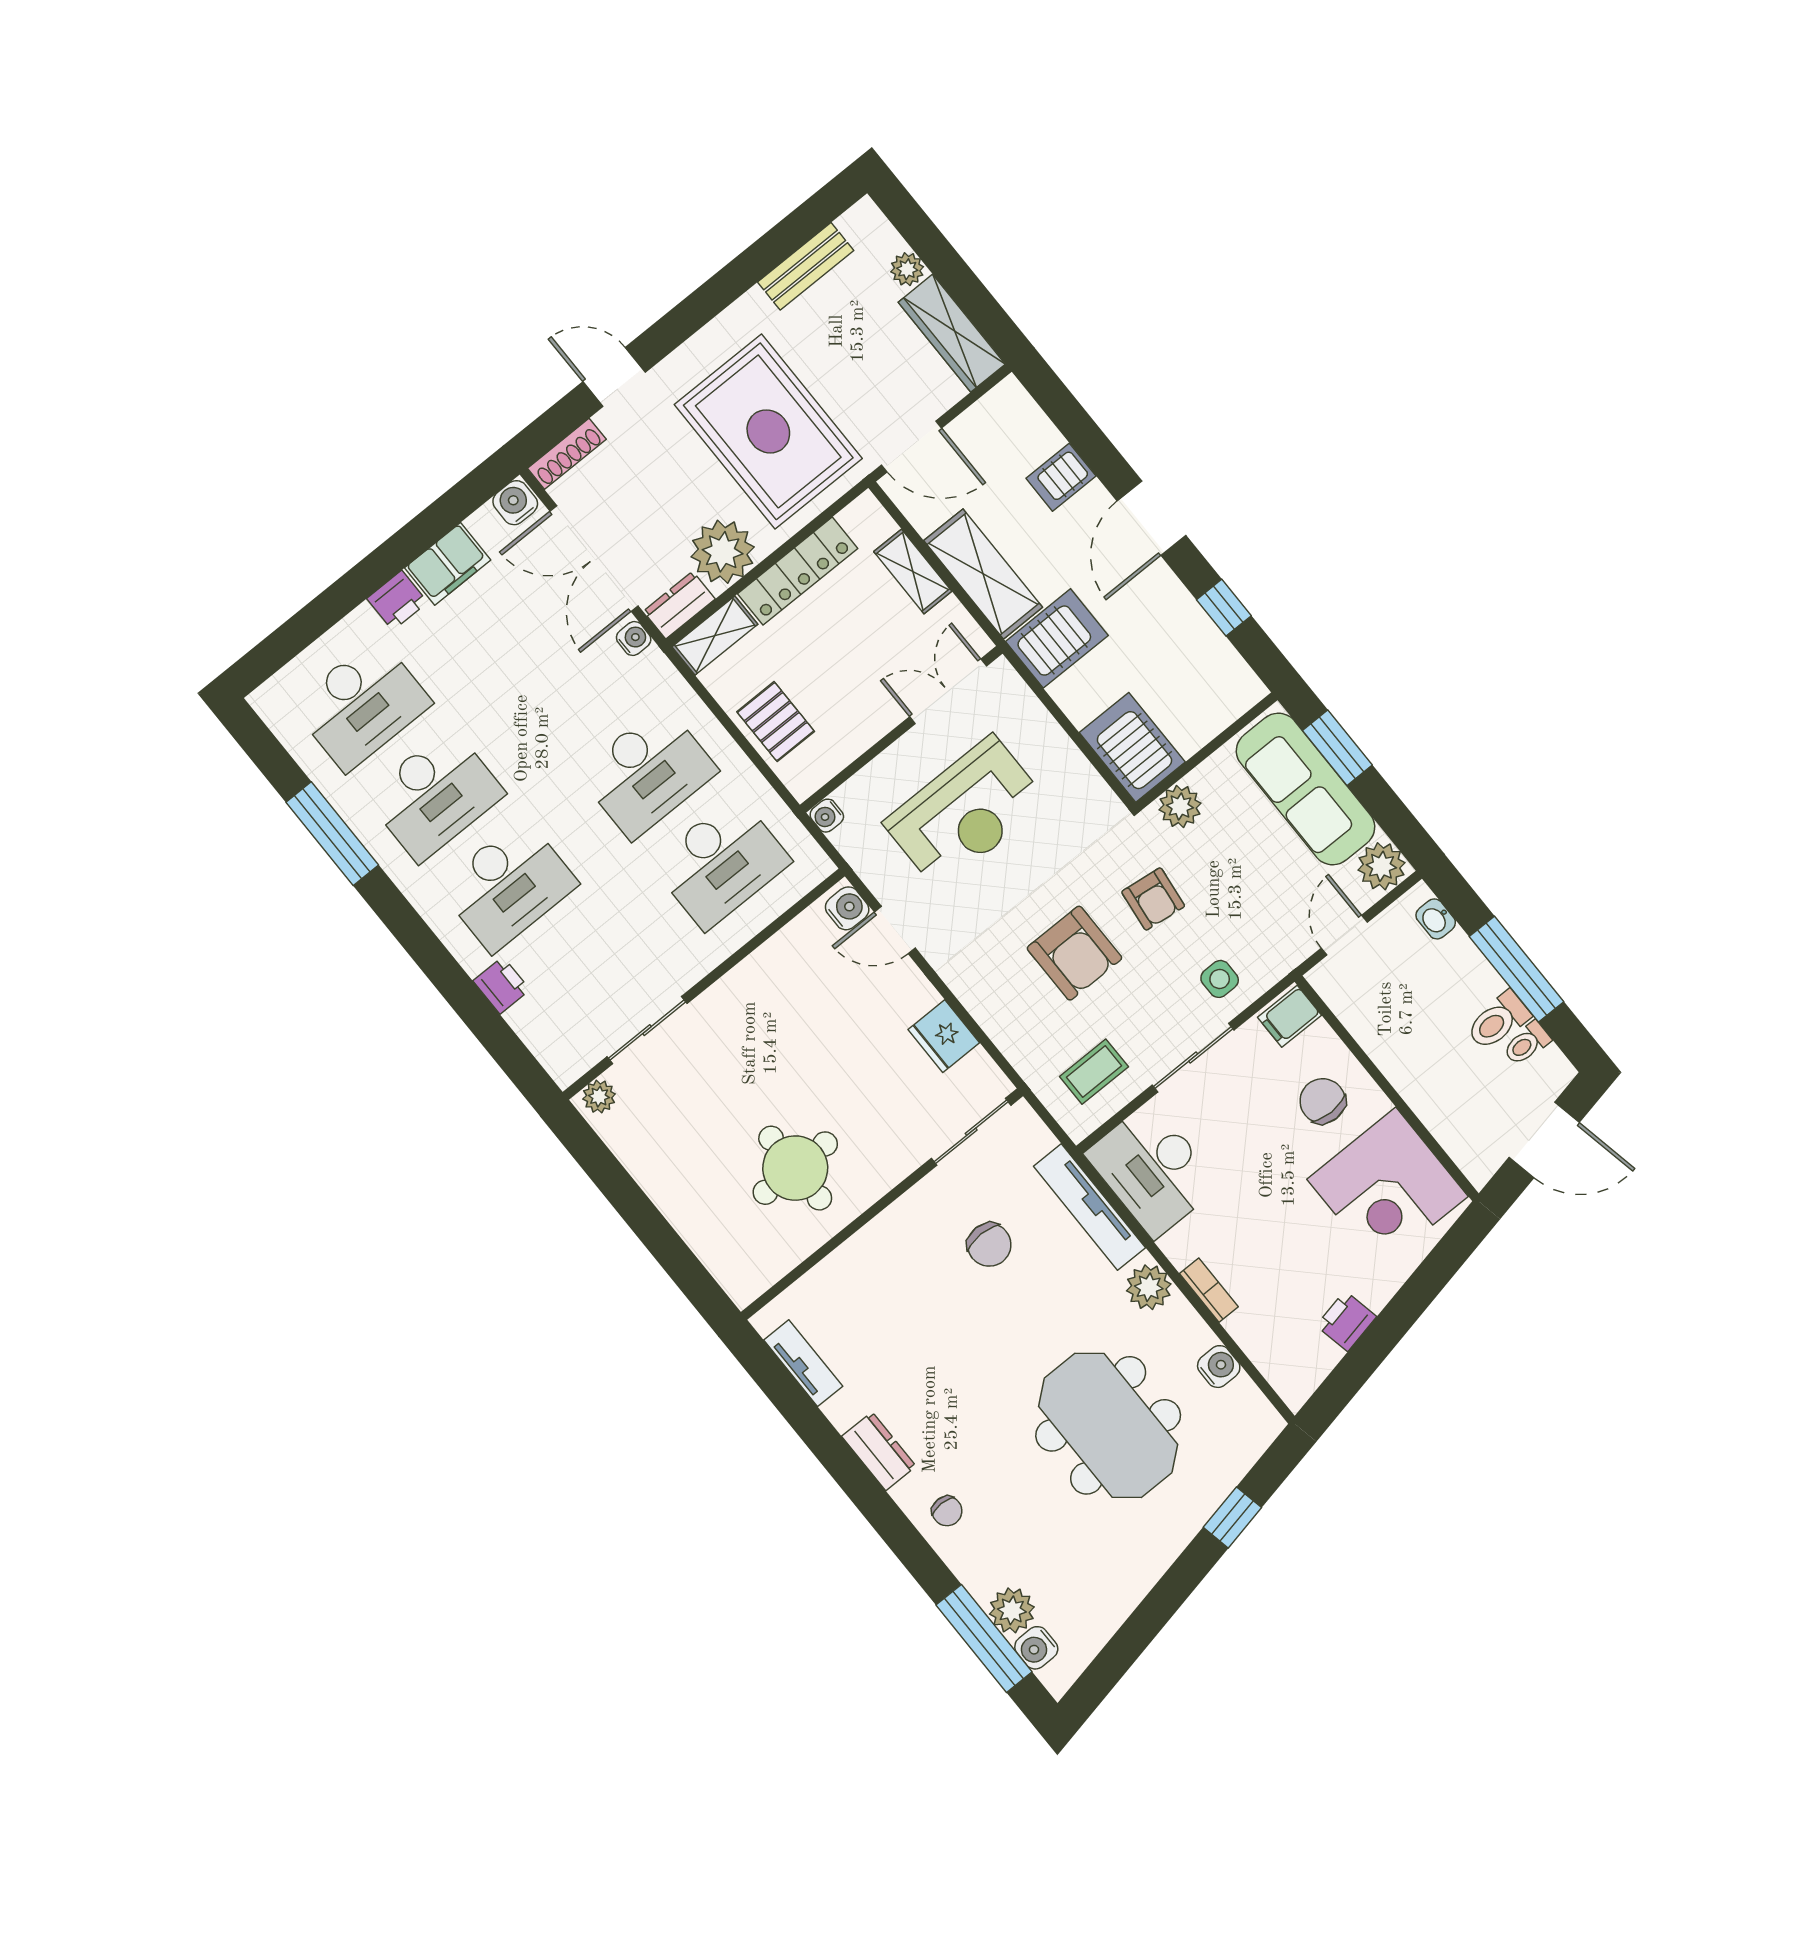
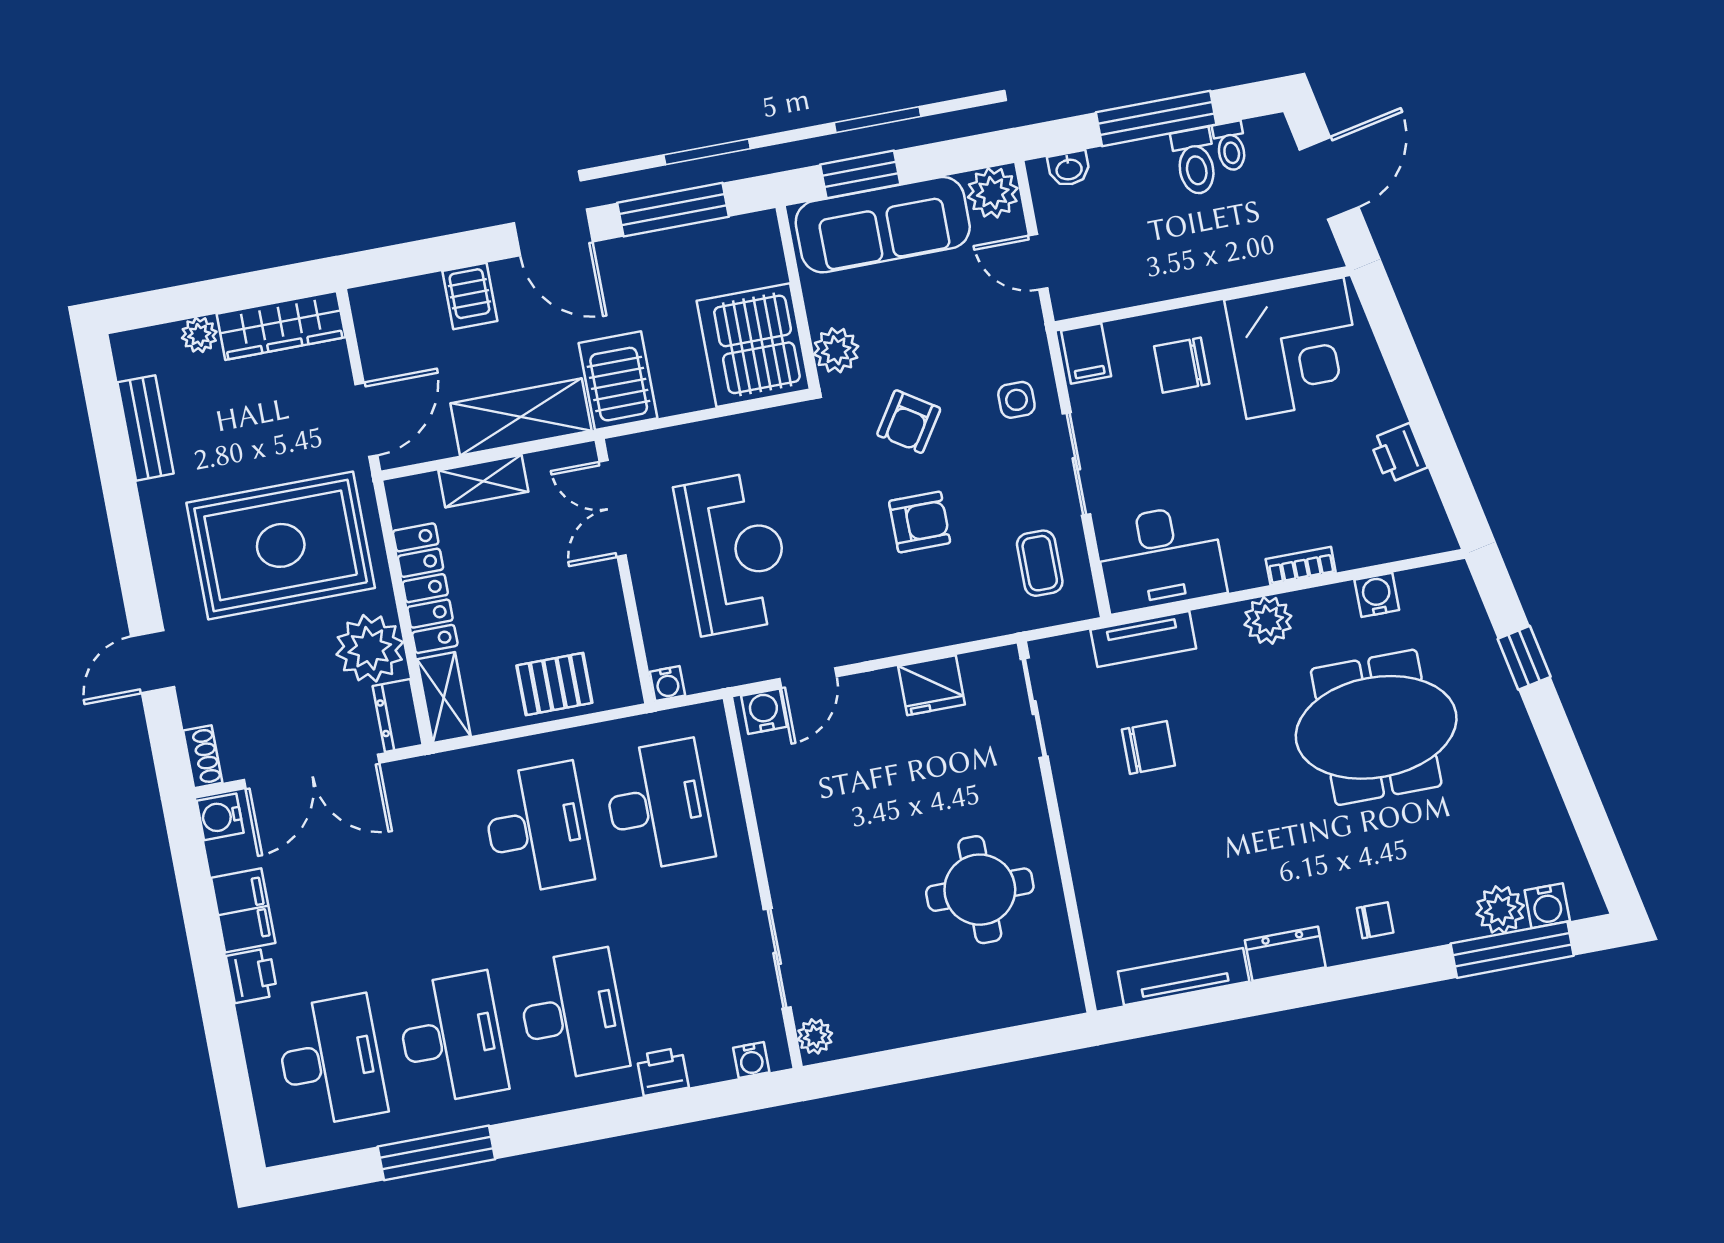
shoe rack: (567, 454) -> (203, 757), width x0.70
window: (1224, 608) -> (673, 210), width x2.17
water cooler: (634, 639) -> (751, 1060), moved, turned 180
server rack: (1132, 747) -> (753, 345), width x1.60
armchair: (1153, 899) -> (909, 422), turned 116
armchair: (1074, 953) -> (920, 522), width x0.72, depth x0.72
tv unit: (1089, 1207) -> (1143, 639), width x0.71
tv unit: (803, 1363) -> (1184, 977), width x1.41

